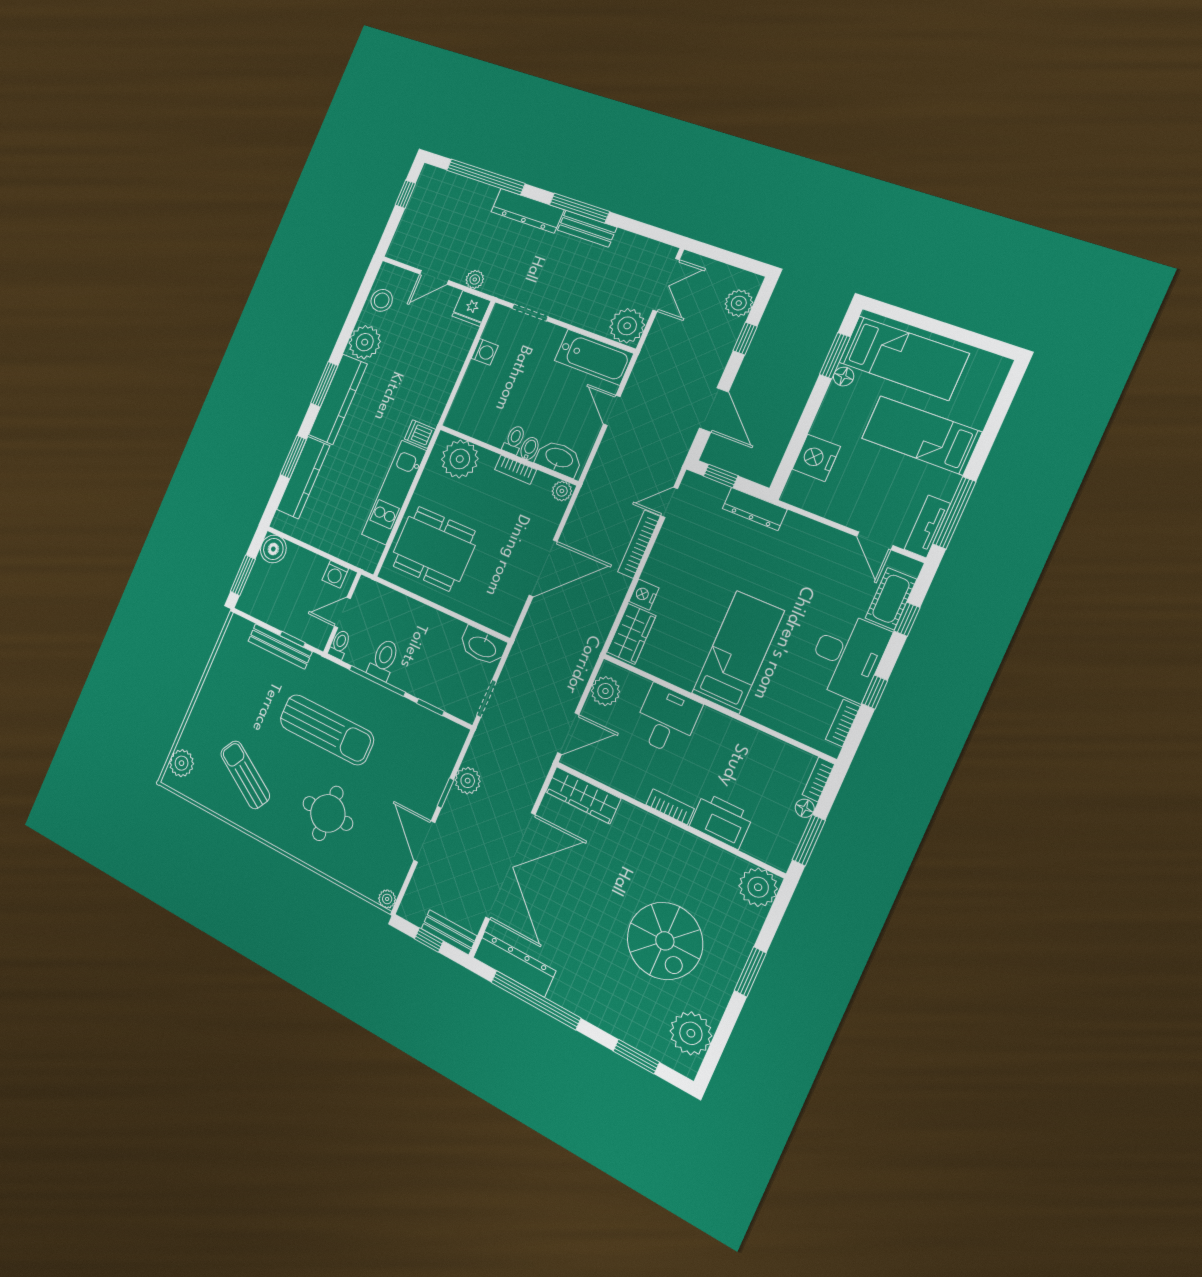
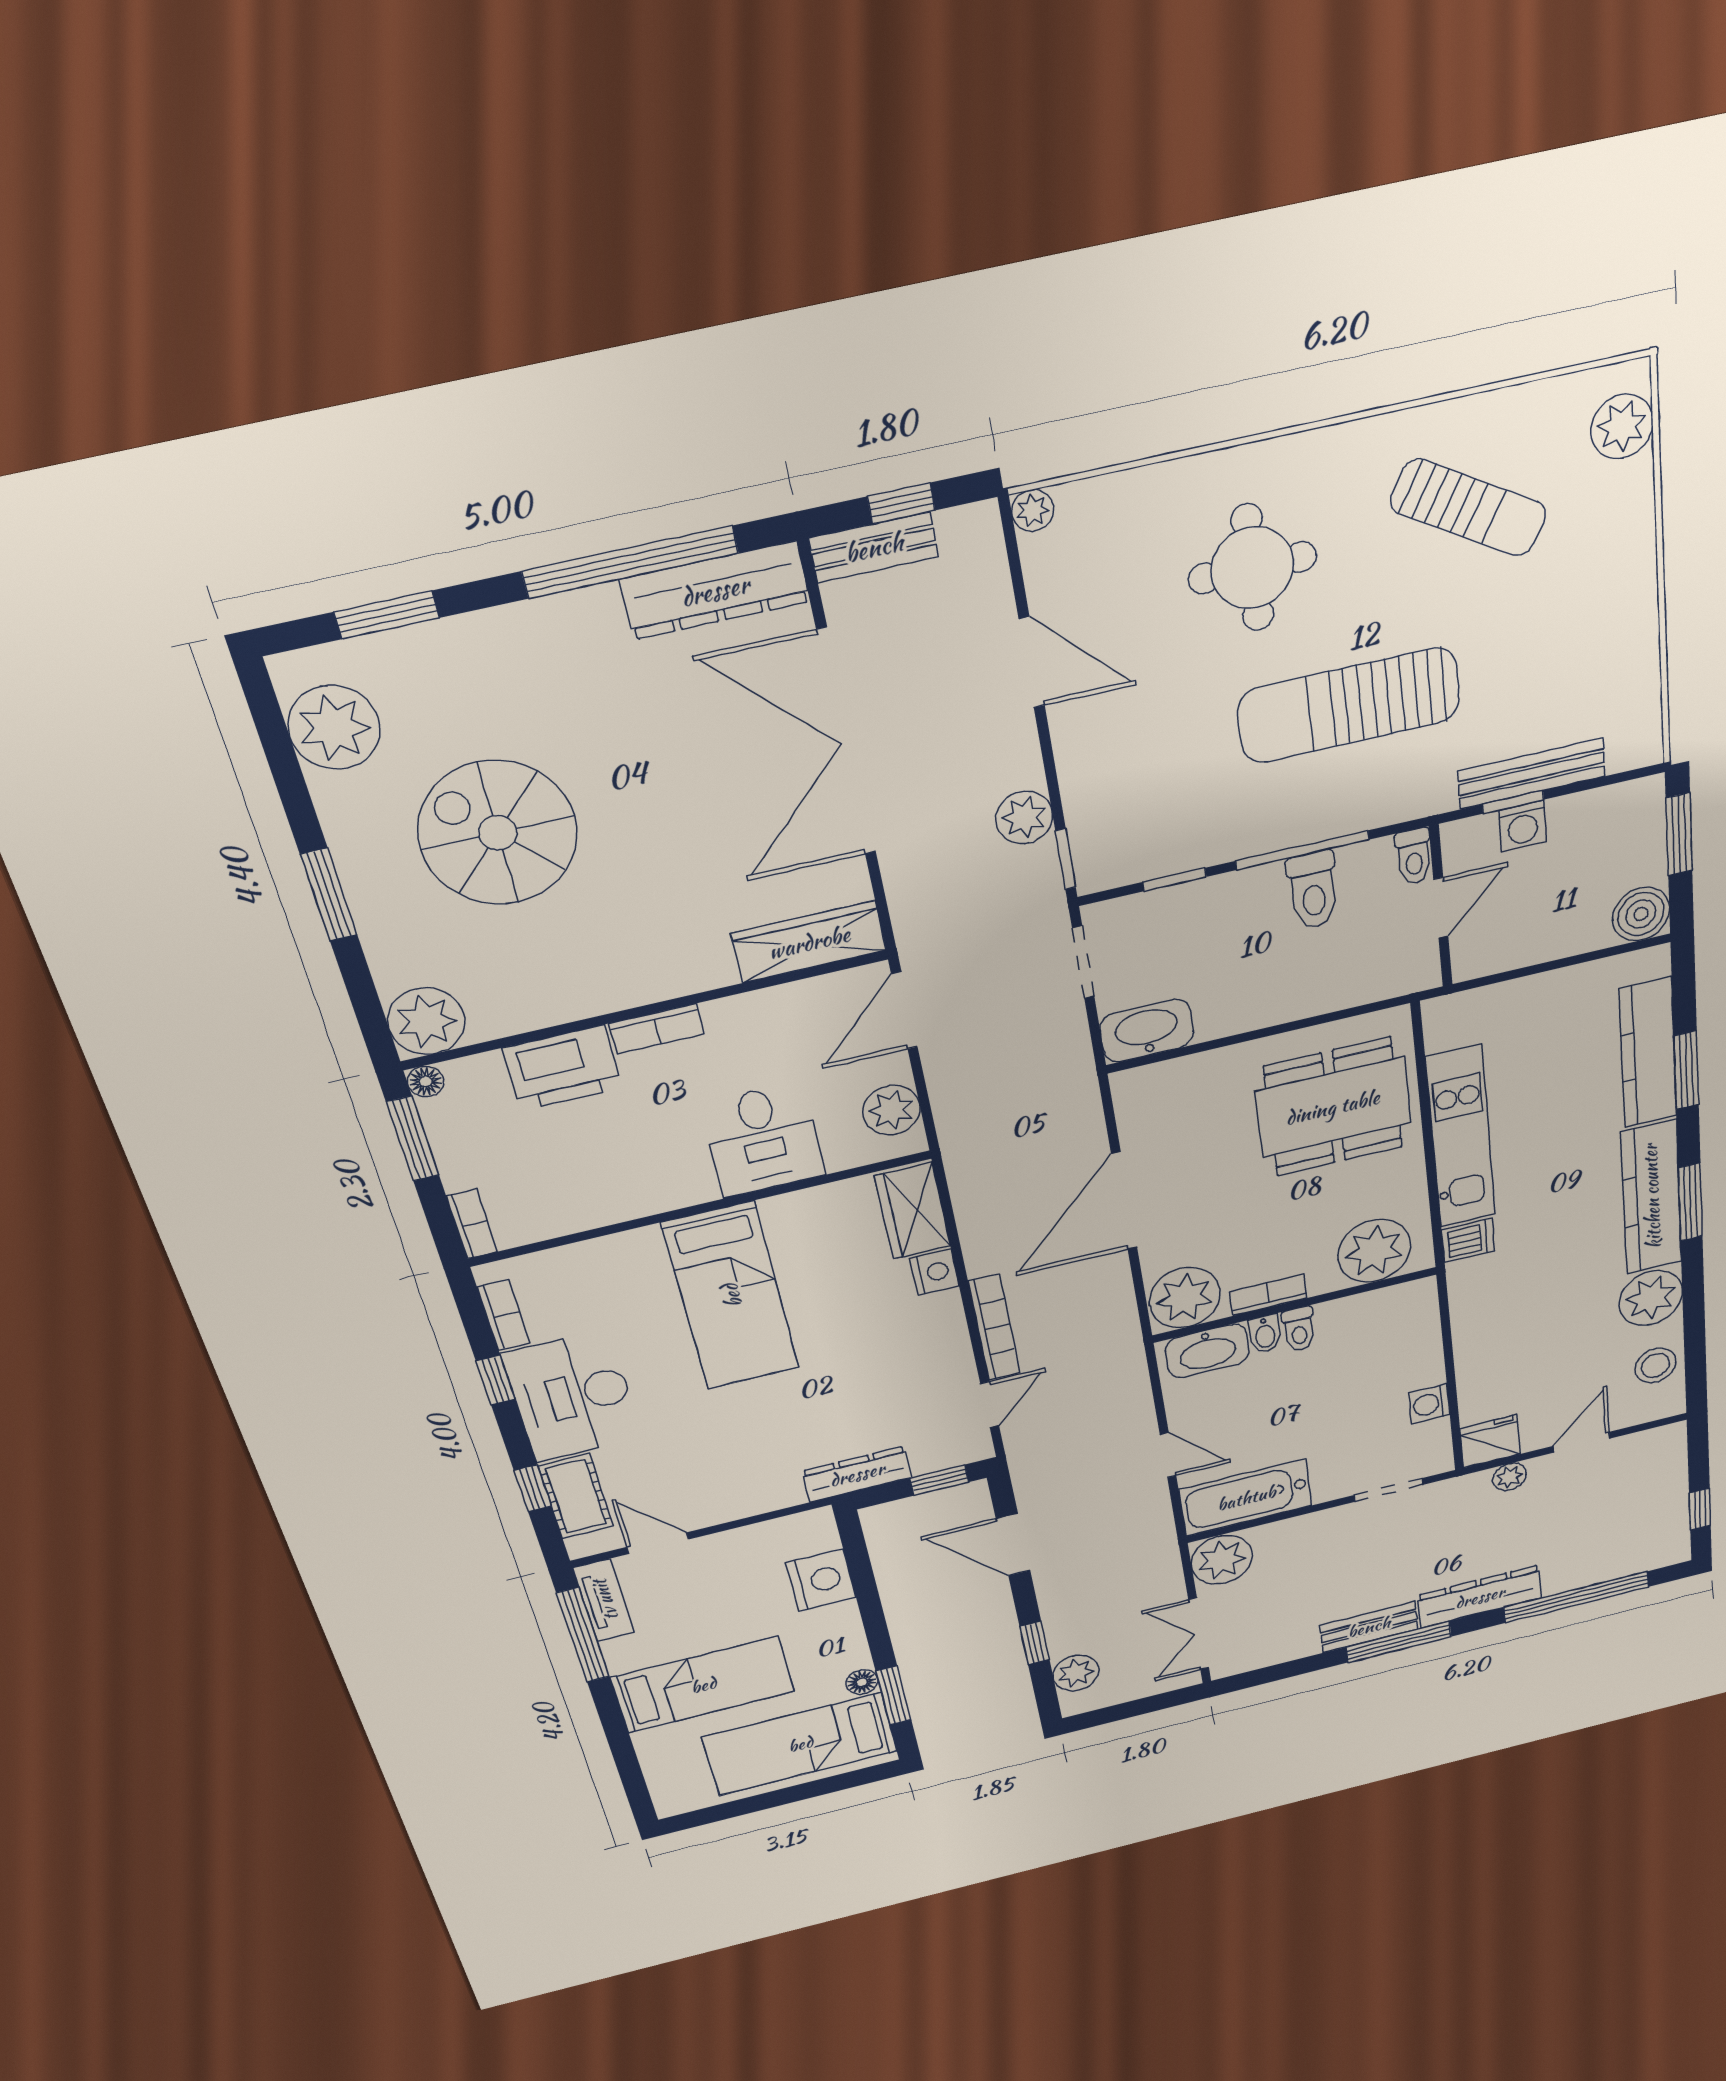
plant: (562, 491) -> (1185, 1298), width x1.88, depth x1.88
washing machine: (335, 574) -> (1523, 826), moved, turned 180
window: (445, 793) -> (1066, 859), moved
floor lamp: (805, 808) -> (426, 1081), moved

